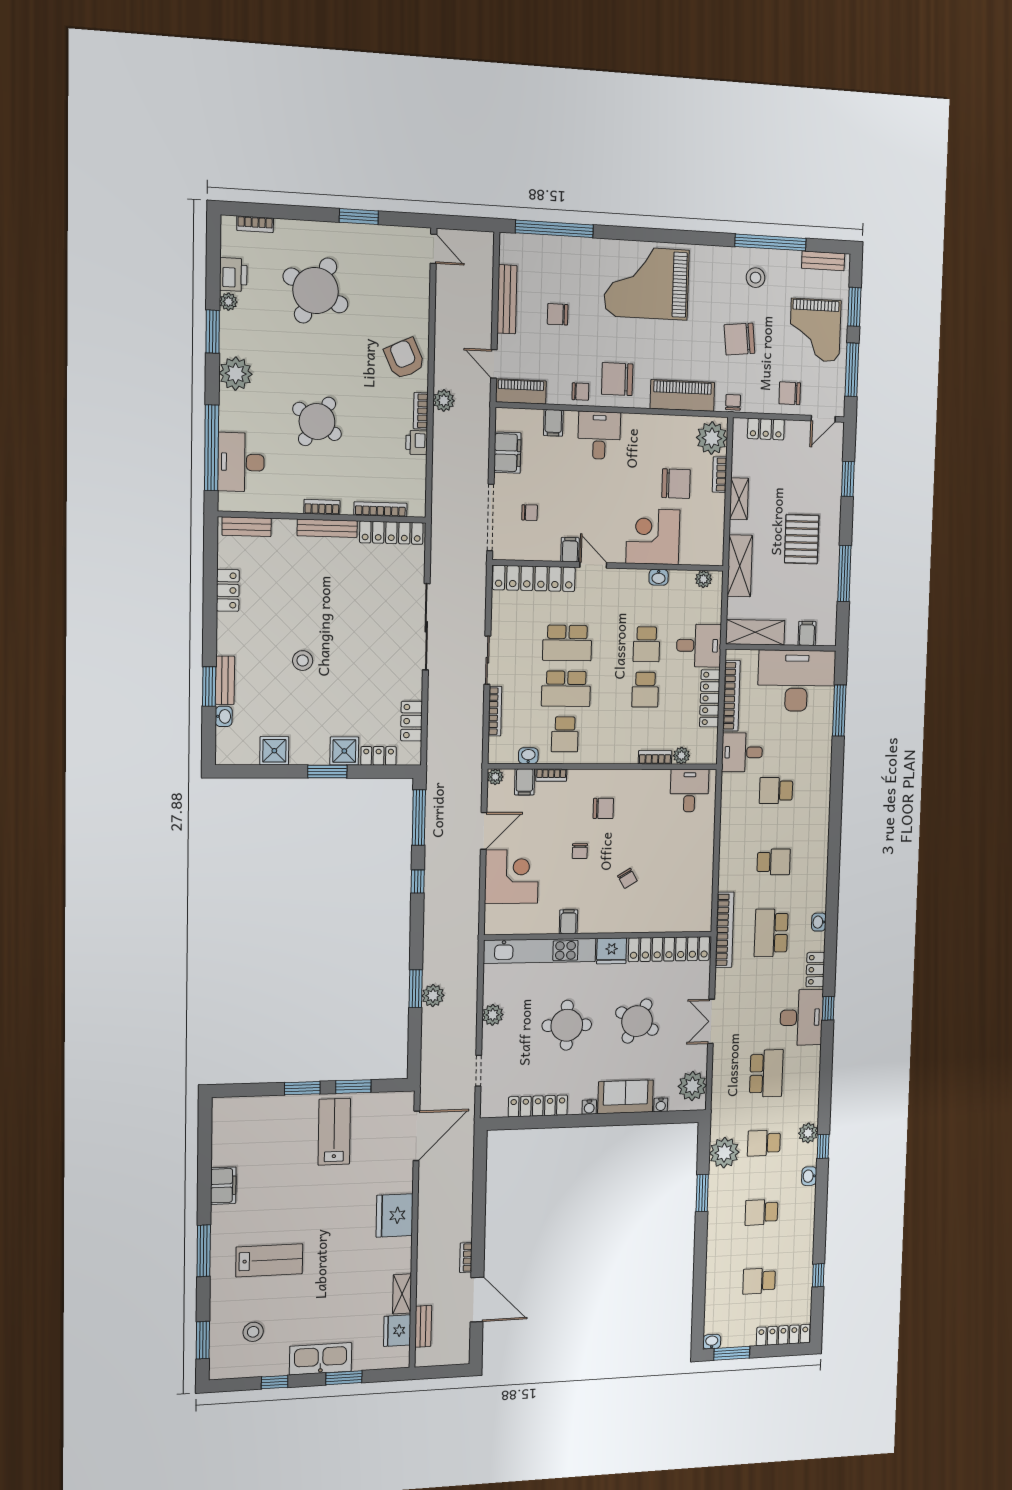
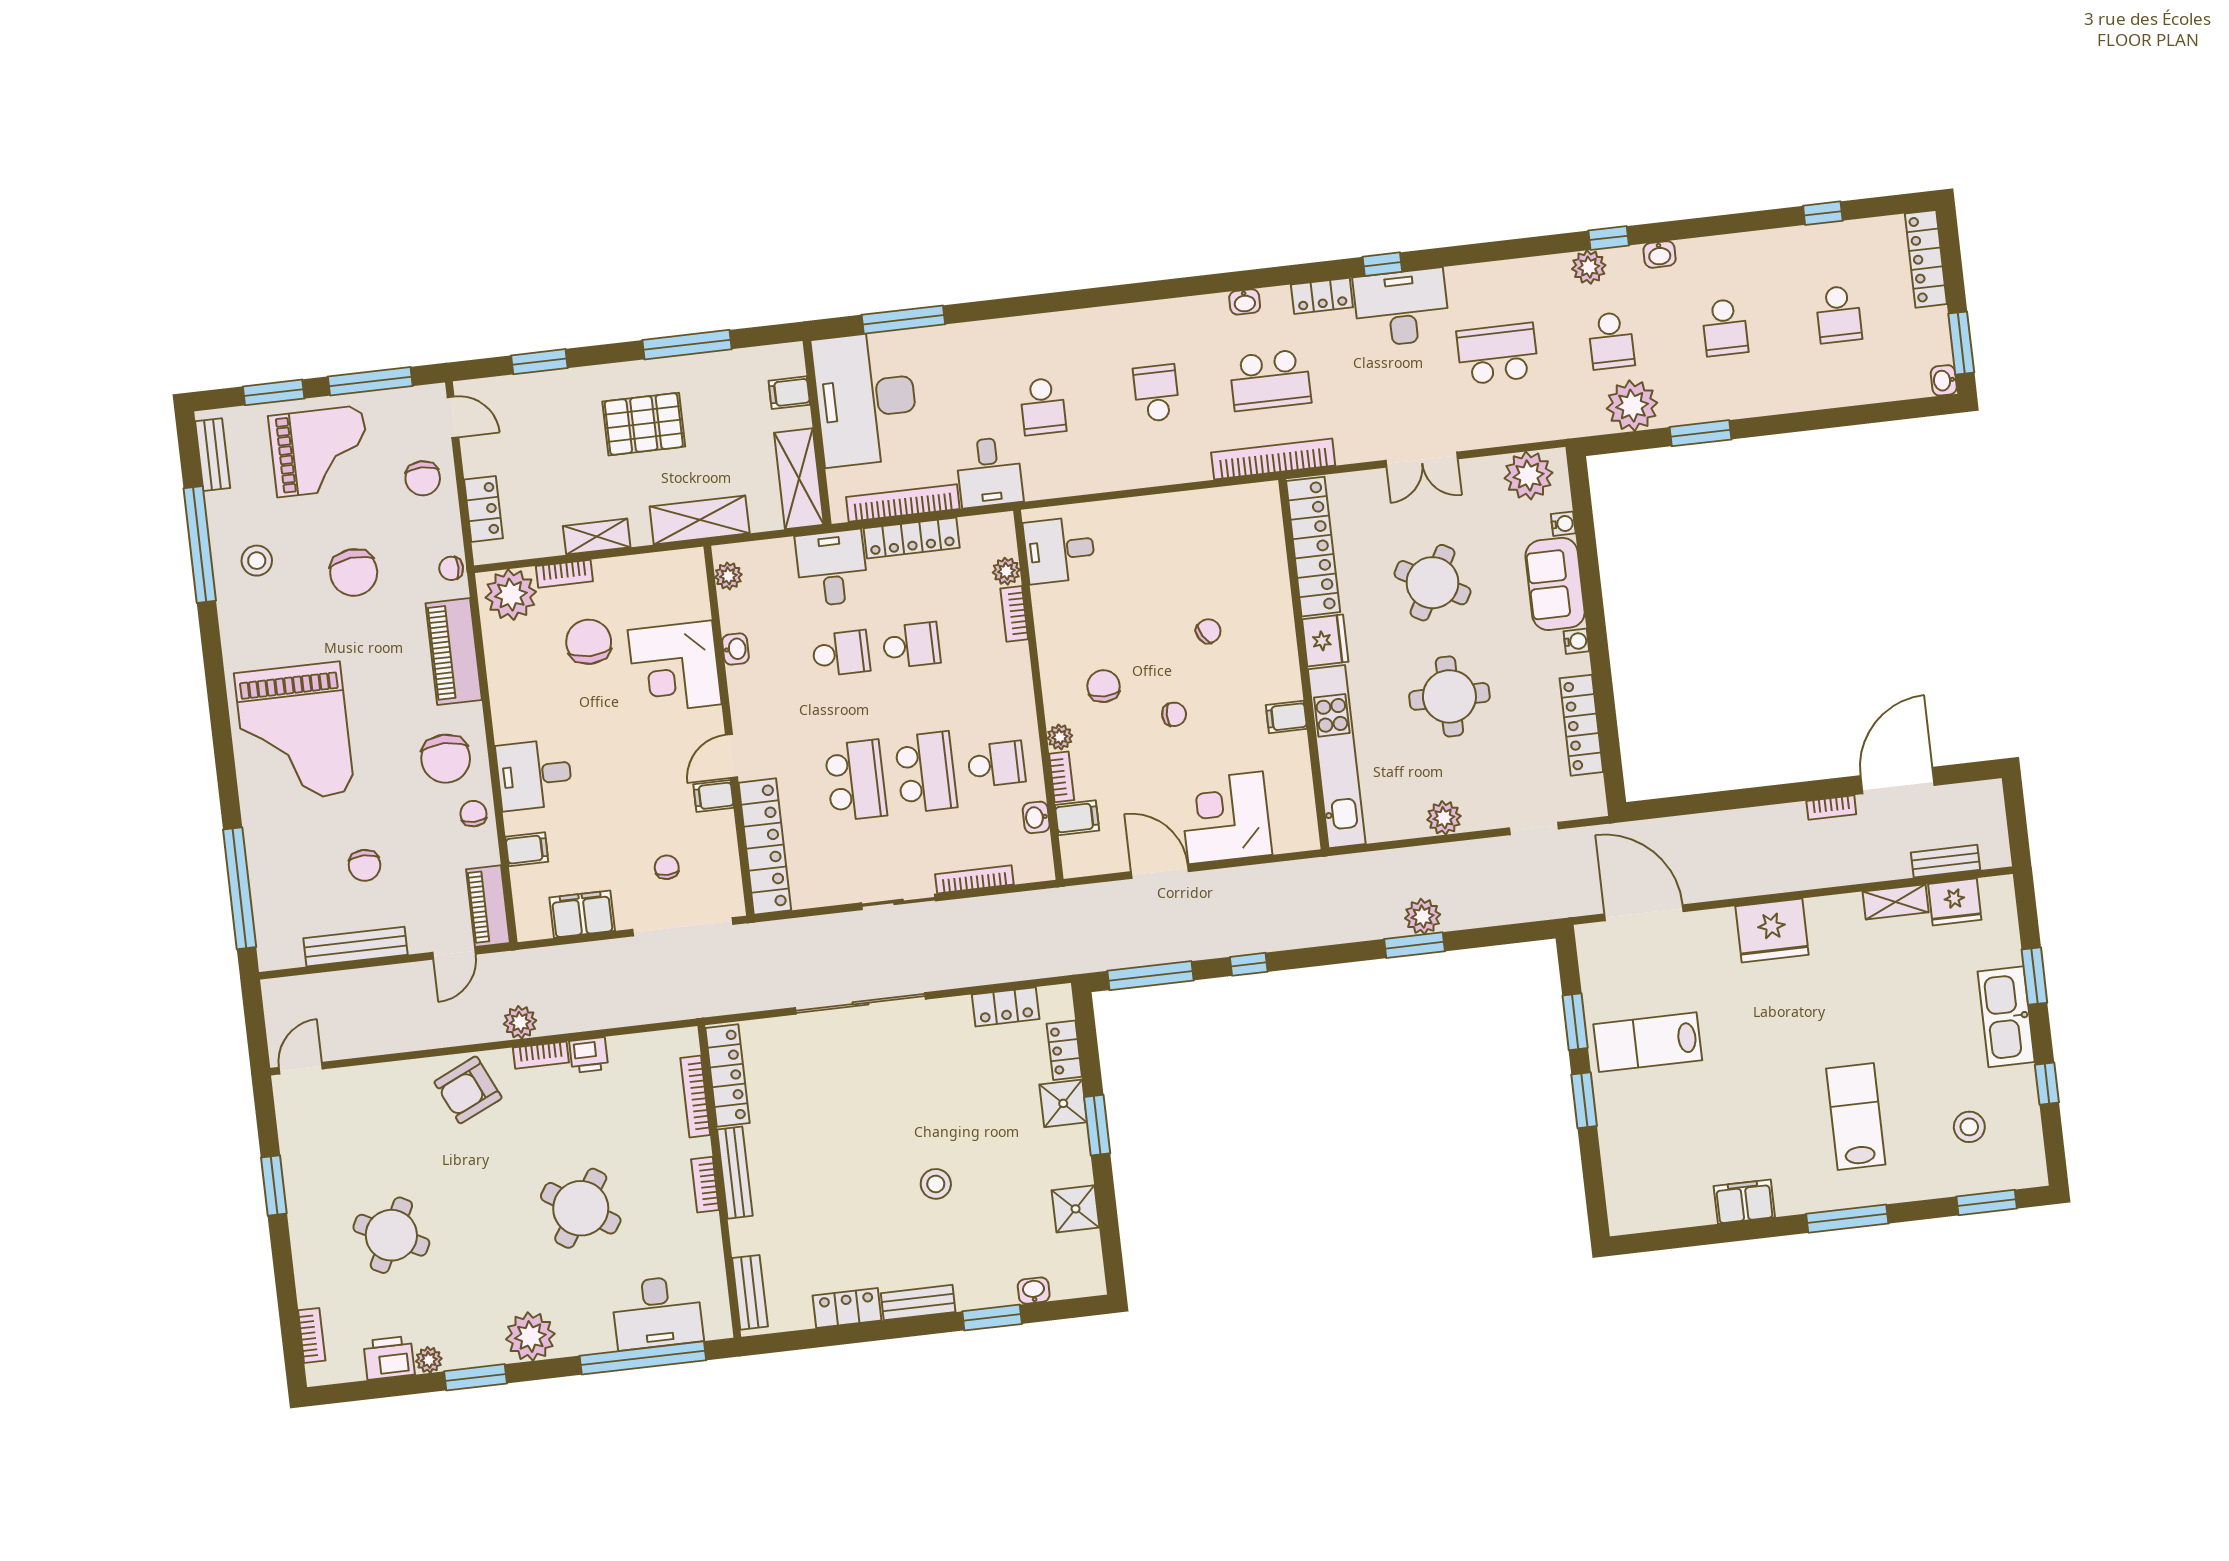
round table: (316, 291) -> (391, 1235), width x0.73, depth x0.73
bench: (225, 680) -> (918, 1303), moved
plant: (495, 777) -> (1060, 737), moved

